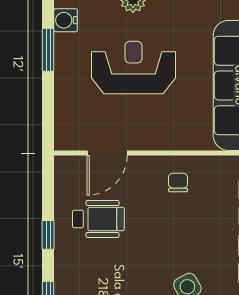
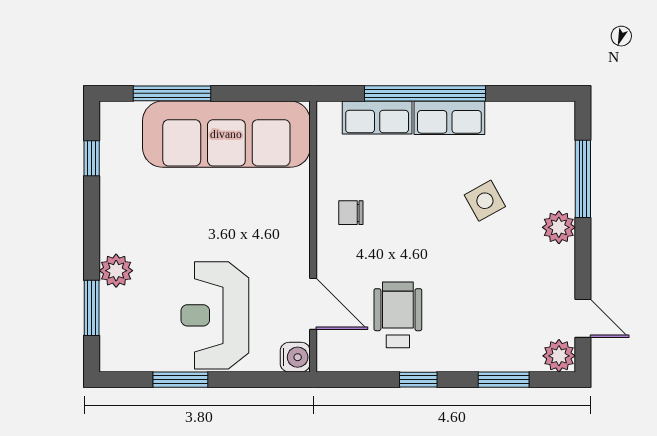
water cooler: (66, 20) -> (295, 357), moved, turned -90
reception desk: (133, 67) -> (215, 315), moved

